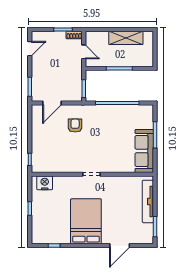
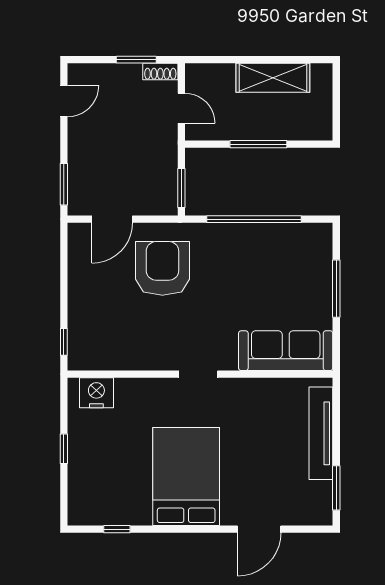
armchair: (75, 126) -> (162, 268), width x1.88, depth x1.88
sofa: (144, 151) -> (286, 351), moved, turned 90

